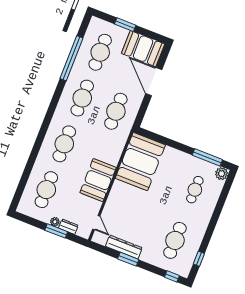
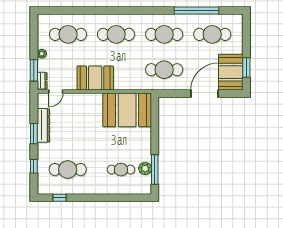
window: (125, 25) -> (246, 67), moved
plant: (222, 174) -> (145, 168), moved
dresser: (68, 227) -> (42, 81), moved
window: (56, 231) -> (34, 70), moved
window: (172, 276) -> (34, 166), moved

